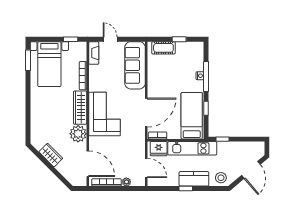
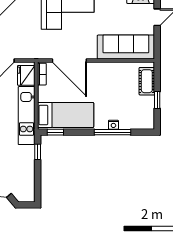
window: (206, 108) -> (55, 132), moved

